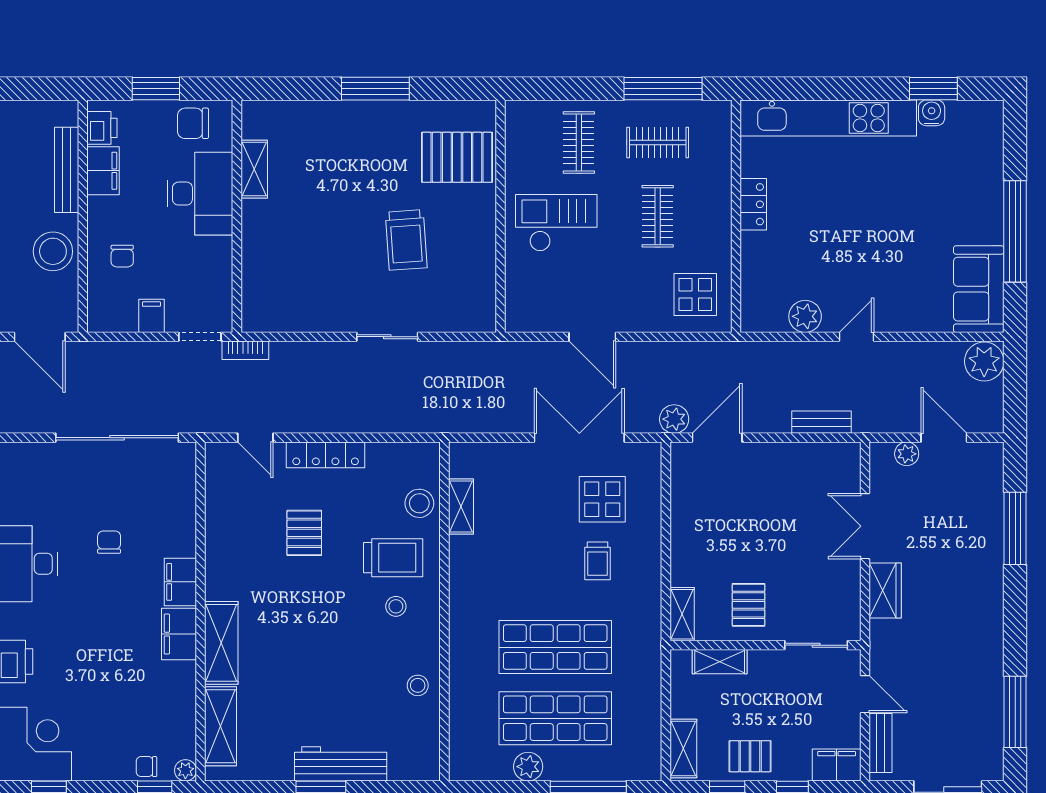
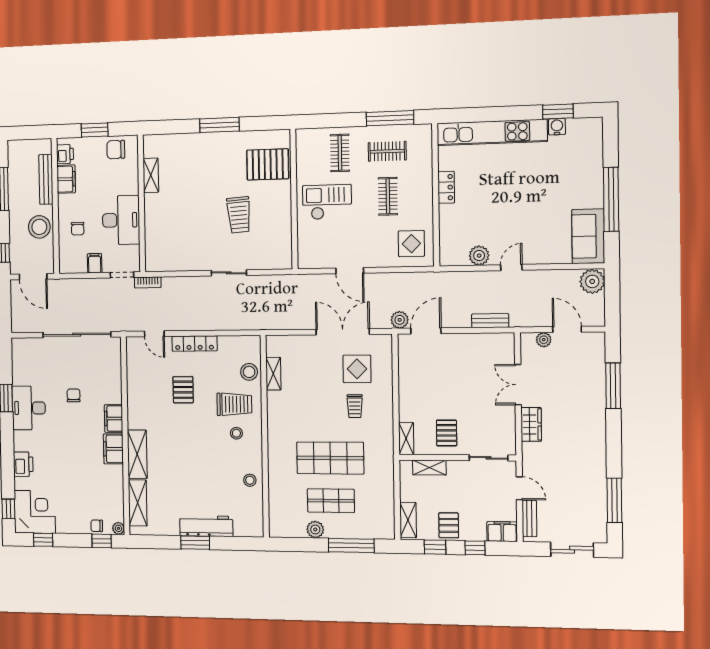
desk: (200, 194) -> (121, 220), moved
shop shelf: (555, 718) -> (331, 501), width x0.70, depth x0.74
pallet: (750, 756) -> (449, 525), turned 90

